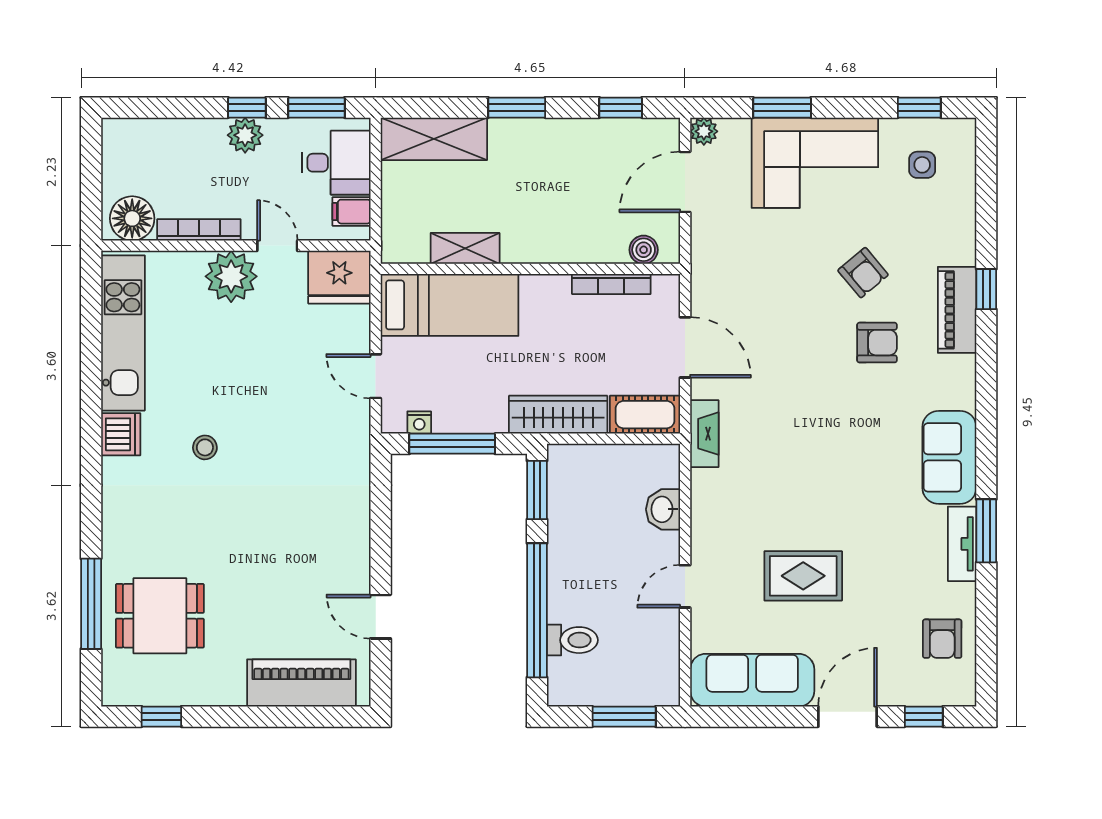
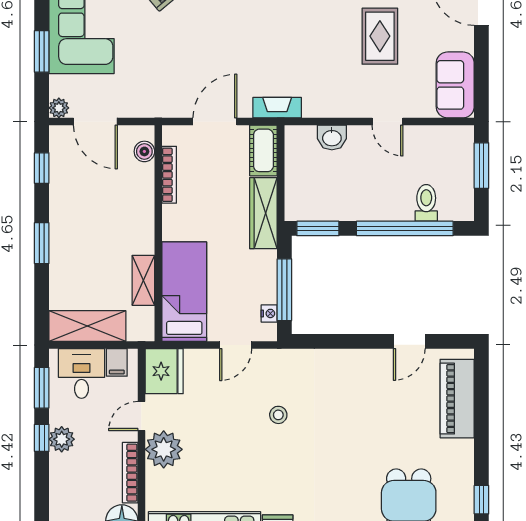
shelving: (434, 139) -> (87, 326), moved, turned 90
stool: (205, 447) -> (278, 415), moved
sofa: (752, 680) -> (455, 85), width x0.73

